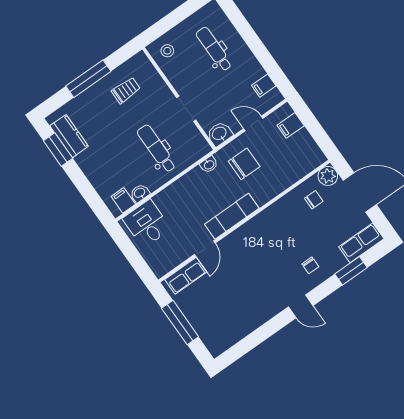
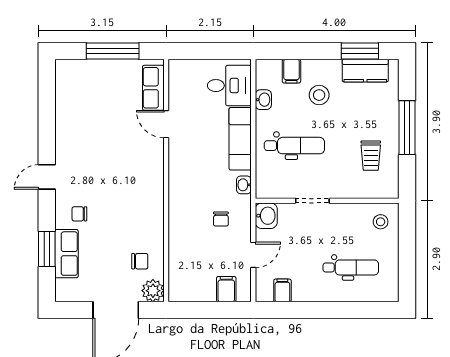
stool: (109, 156) -> (319, 95), added
chair: (244, 164) -> (221, 219), width x0.54, depth x0.54
filing cabinet: (123, 200) -> (291, 71), moved, turned 90
chair: (314, 200) -> (140, 261), turned -90
exam couch: (232, 216) -> (240, 139), moved, turned 180
row of seats: (361, 243) -> (66, 254), moved

